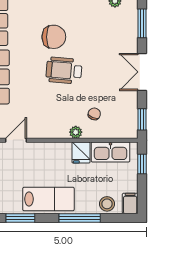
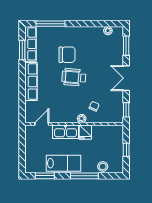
kitchen sink: (110, 152) -> (65, 132), moved
window: (142, 164) -> (126, 150), moved
filing cabinet: (130, 203) -> (118, 166), removed

